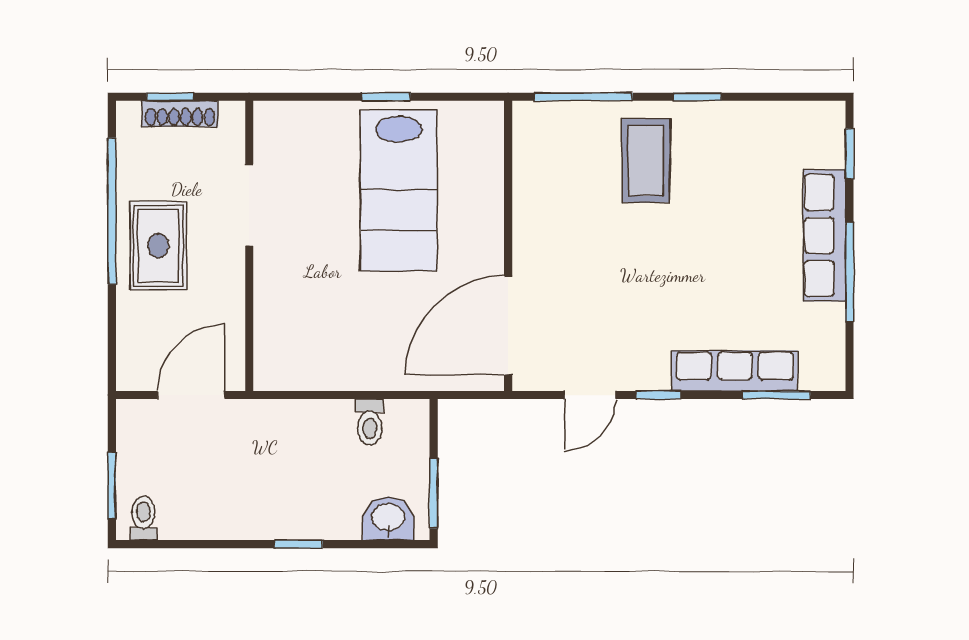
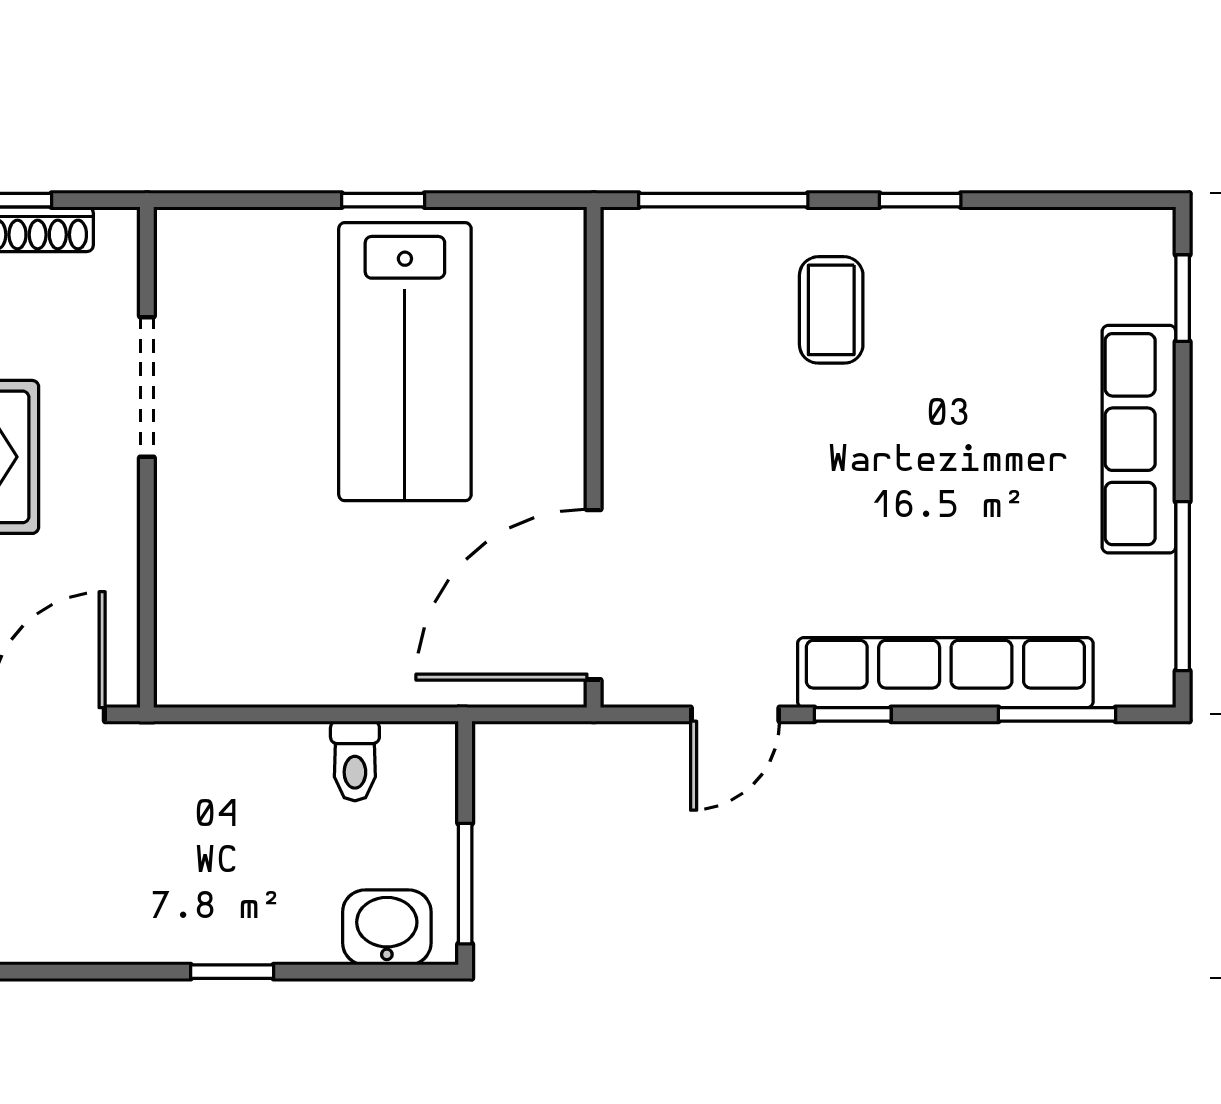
coffee table: (646, 161) -> (831, 310), width x0.73, depth x0.77
window: (850, 272) -> (1183, 586), moved
row of seats: (735, 371) -> (945, 673), width x1.36

